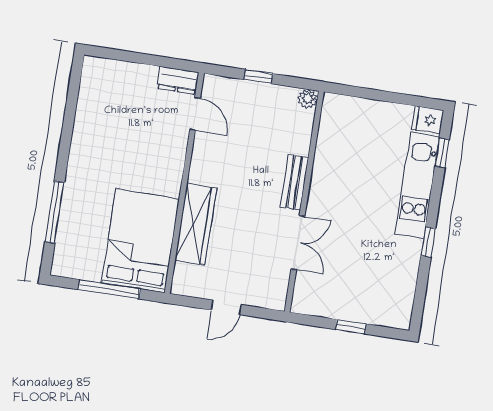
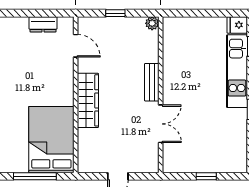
dresser: (178, 80) -> (43, 24), moved
wardrobe: (196, 224) -> (88, 100), moved

